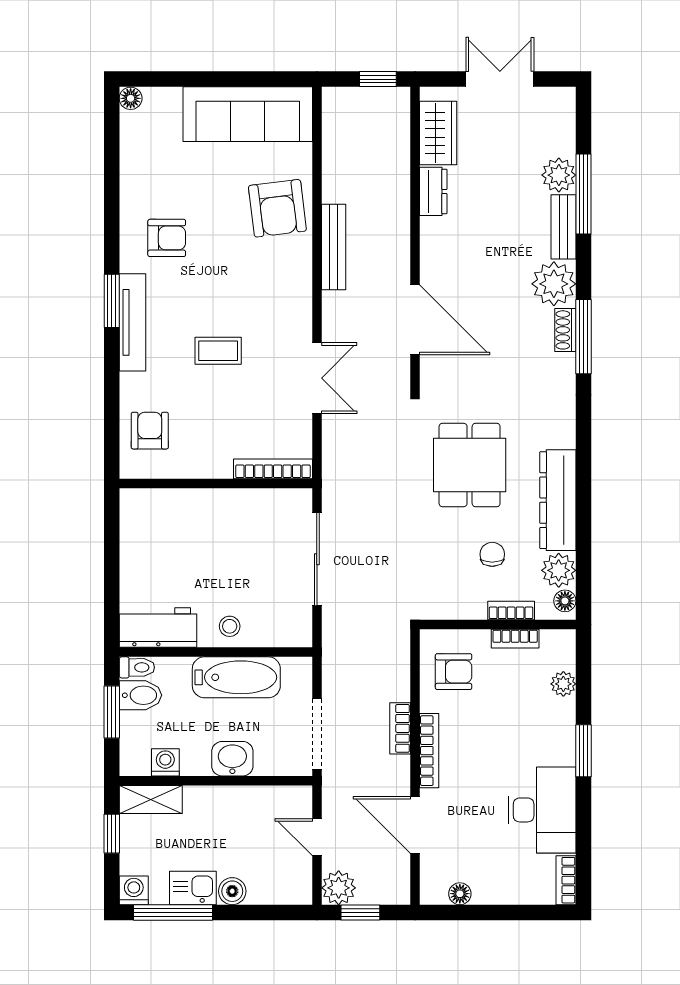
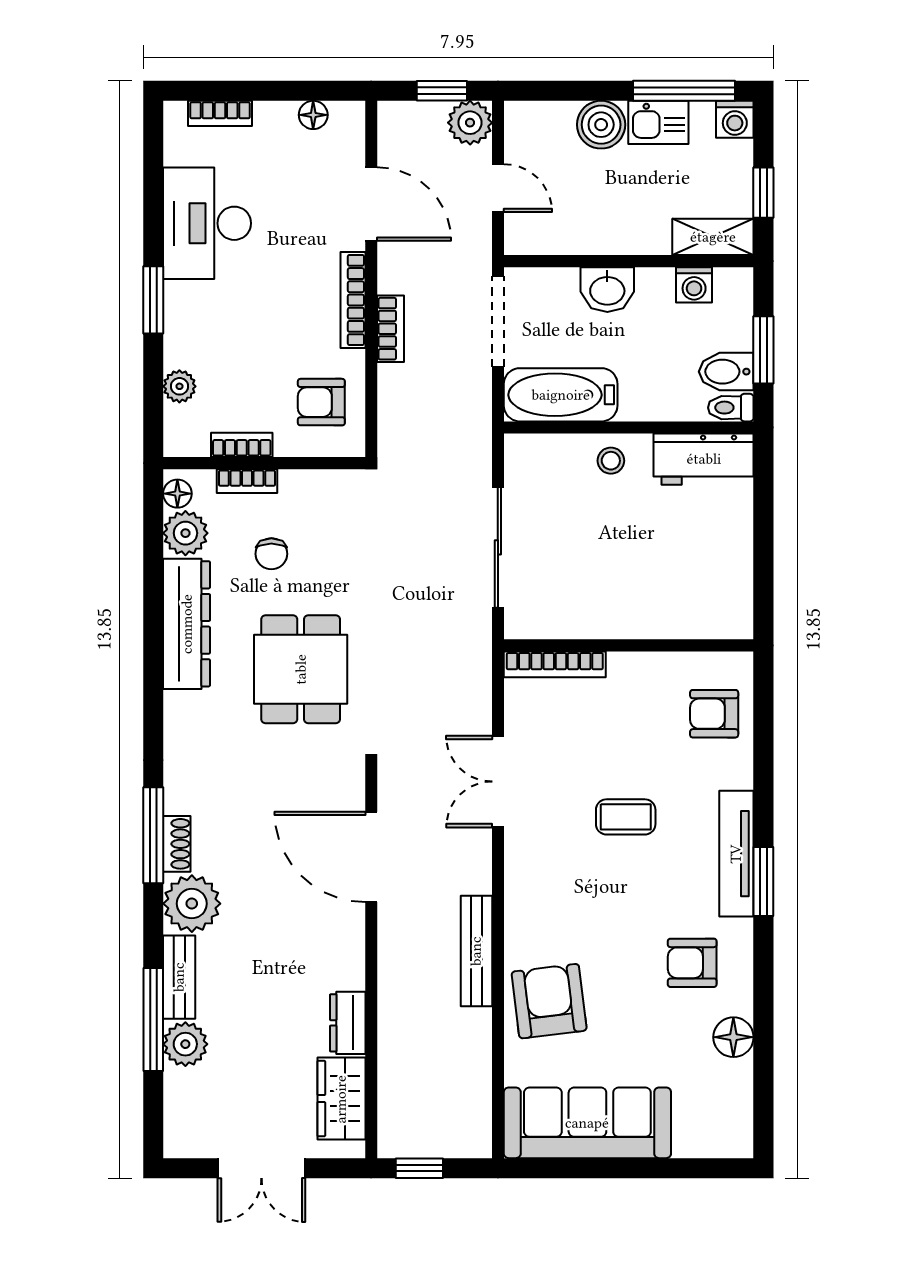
floor lamp: (131, 98) -> (733, 1037), moved, width x1.37, depth x1.37
armchair: (150, 431) -> (714, 714), turned 90
bathtub: (236, 677) -> (561, 395), moved
bookcase: (566, 880) -> (220, 113), moved, turned 90
boiler: (232, 891) -> (601, 125), width x1.36, depth x1.36

